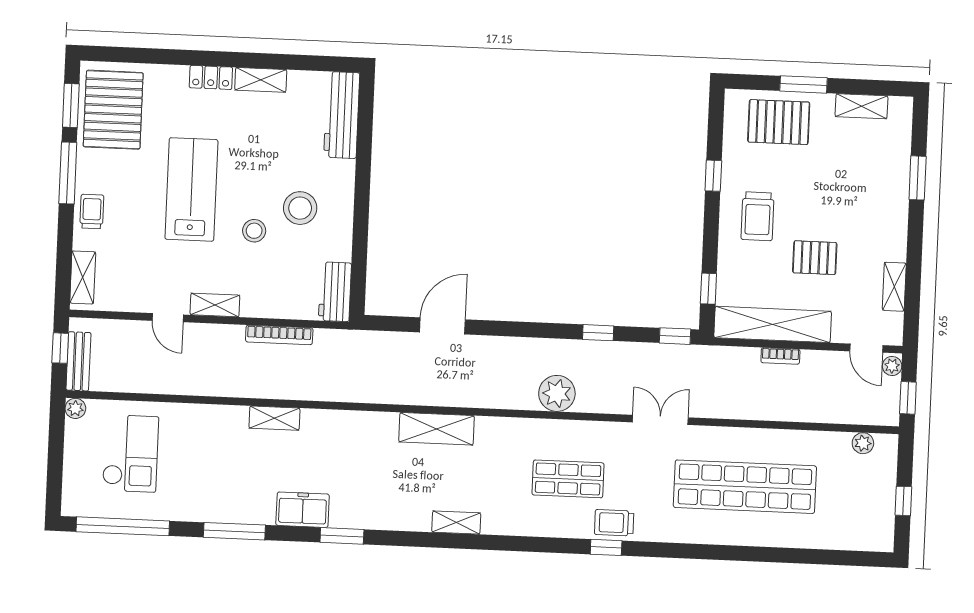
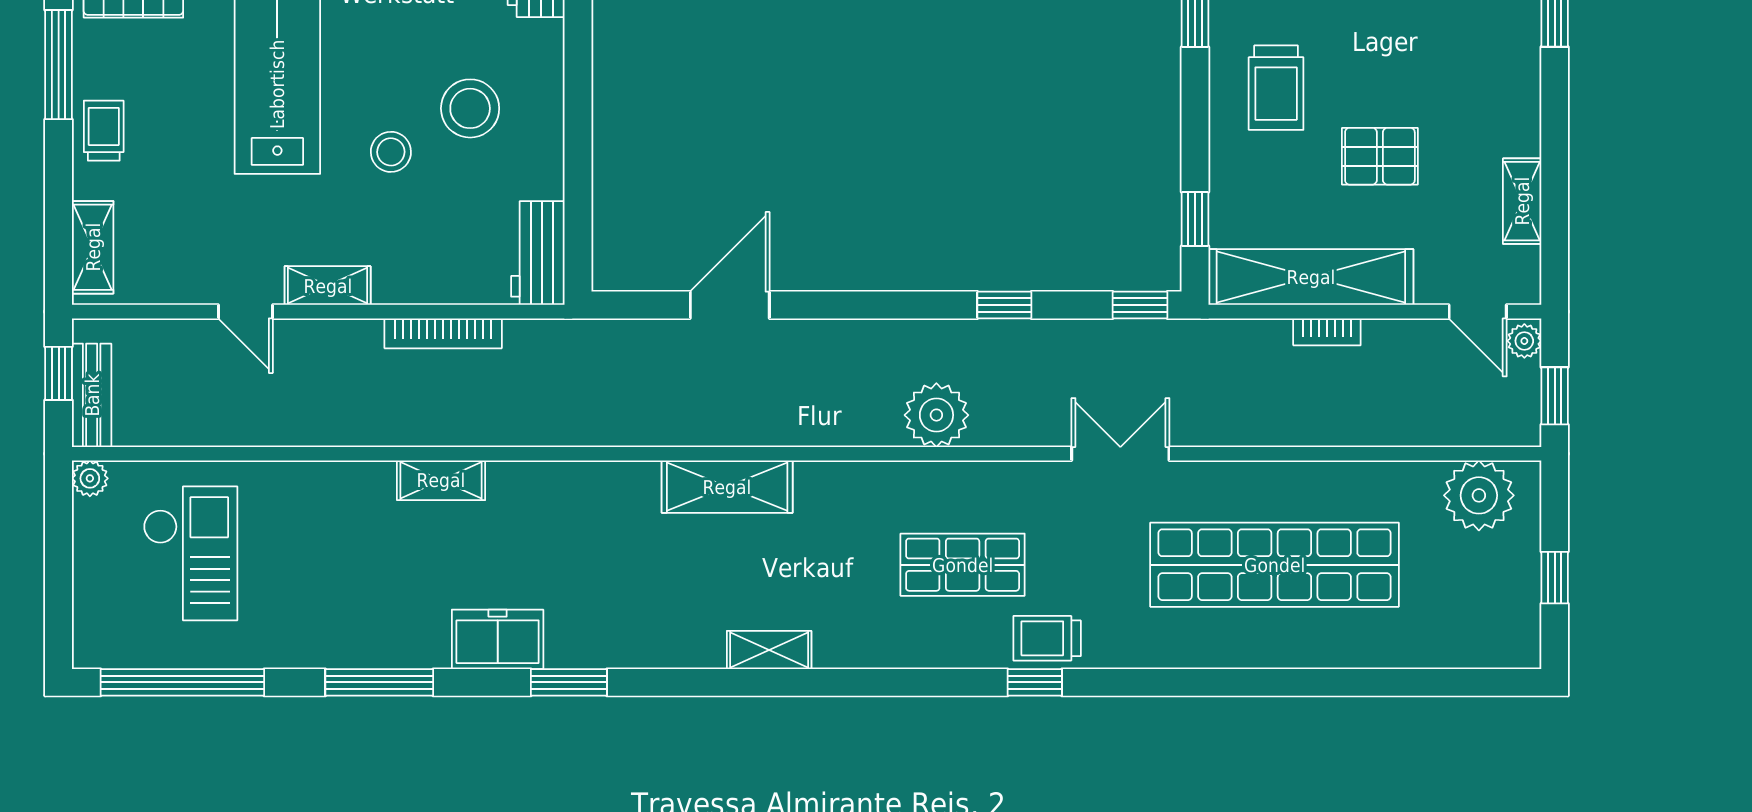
plant: (863, 443) -> (1479, 495), width x1.88, depth x1.88

